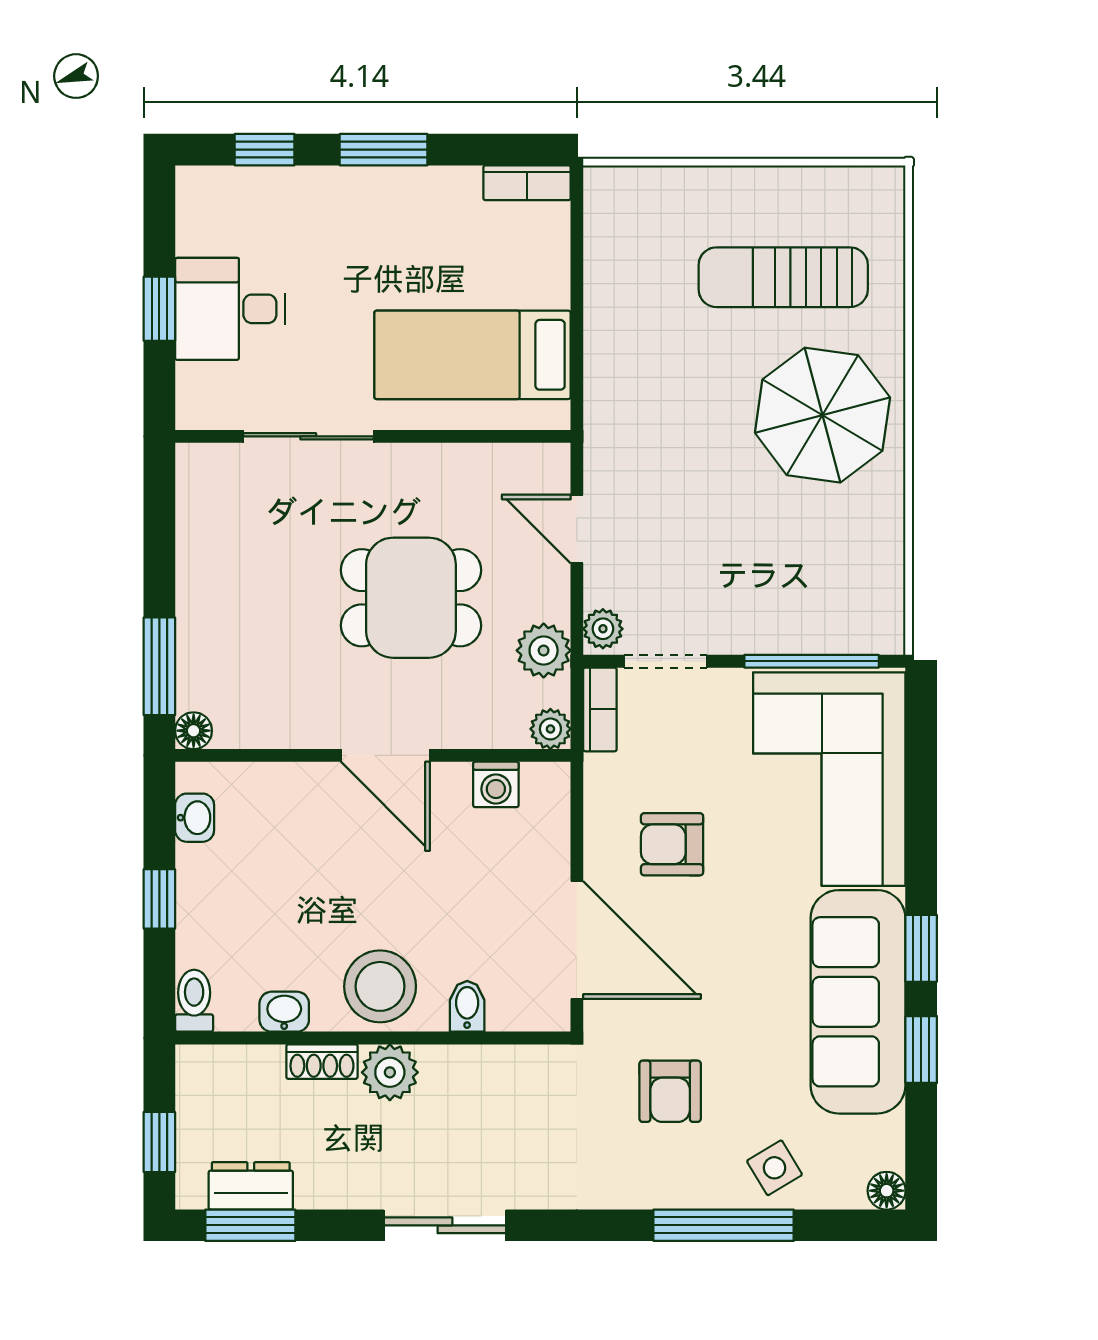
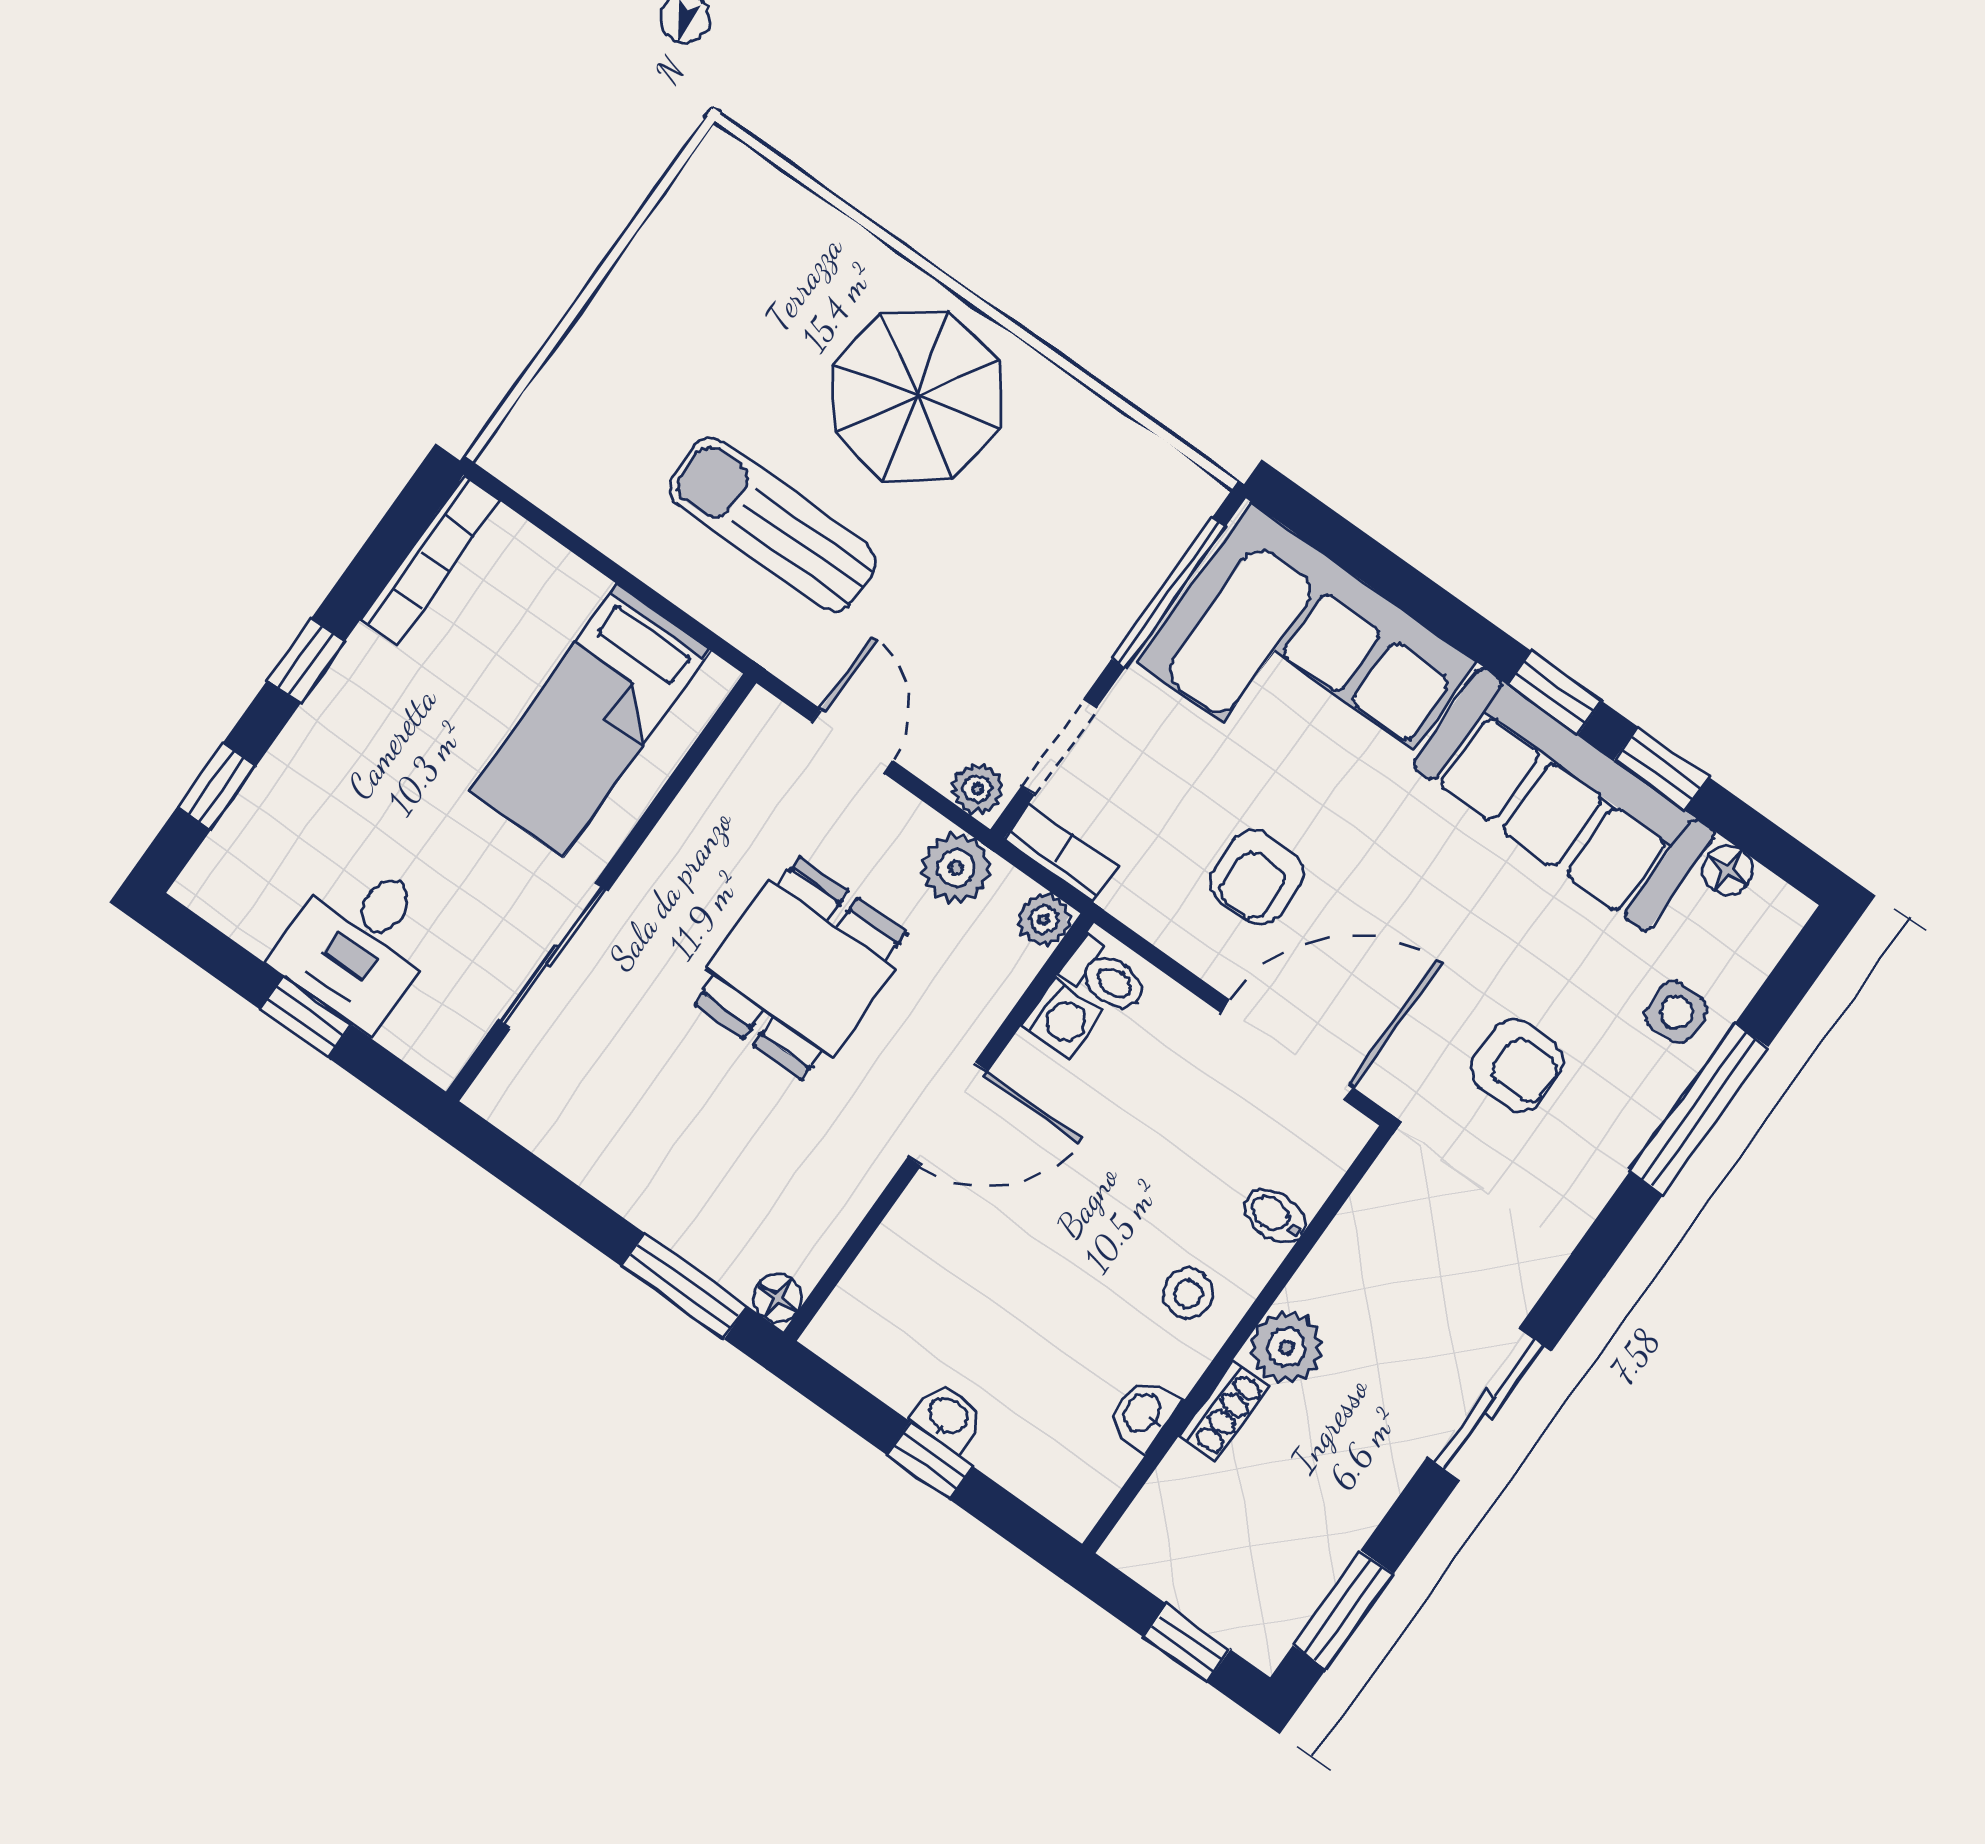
window: (383, 150) -> (306, 661), width x0.67
bookcase: (527, 183) -> (430, 560), width x1.56
sun lounger: (783, 277) -> (772, 525), moved, turned 90
door: (577, 529) -> (852, 741), swing flipped
washbasin: (195, 818) -> (947, 1417), moved
stool: (380, 986) -> (1188, 1293), width x0.53, depth x0.53
toilet: (194, 1001) -> (1105, 977), moved, turned 180
side table: (775, 1168) -> (1676, 1012), turned 31
dresser: (251, 1186) -> (1302, 1580), removed
floor lamp: (887, 1191) -> (1728, 870), moved

